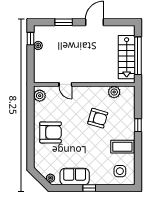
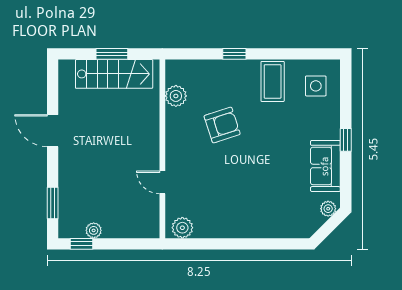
window: (64, 22) -> (53, 203), moved
window: (138, 56) -> (112, 54), width x0.47
door: (65, 84) -> (162, 182), swing flipped
armchair: (98, 118) -> (222, 125), turned 56
armchair: (51, 132) -> (247, 208), removed

